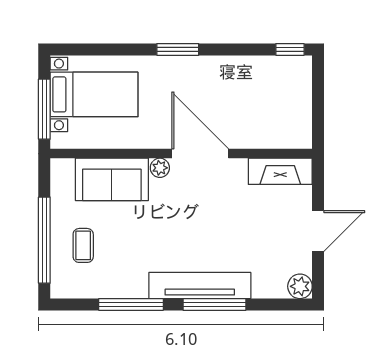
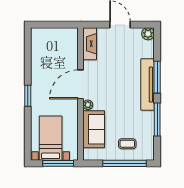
window: (290, 49) -> (28, 39), removed

